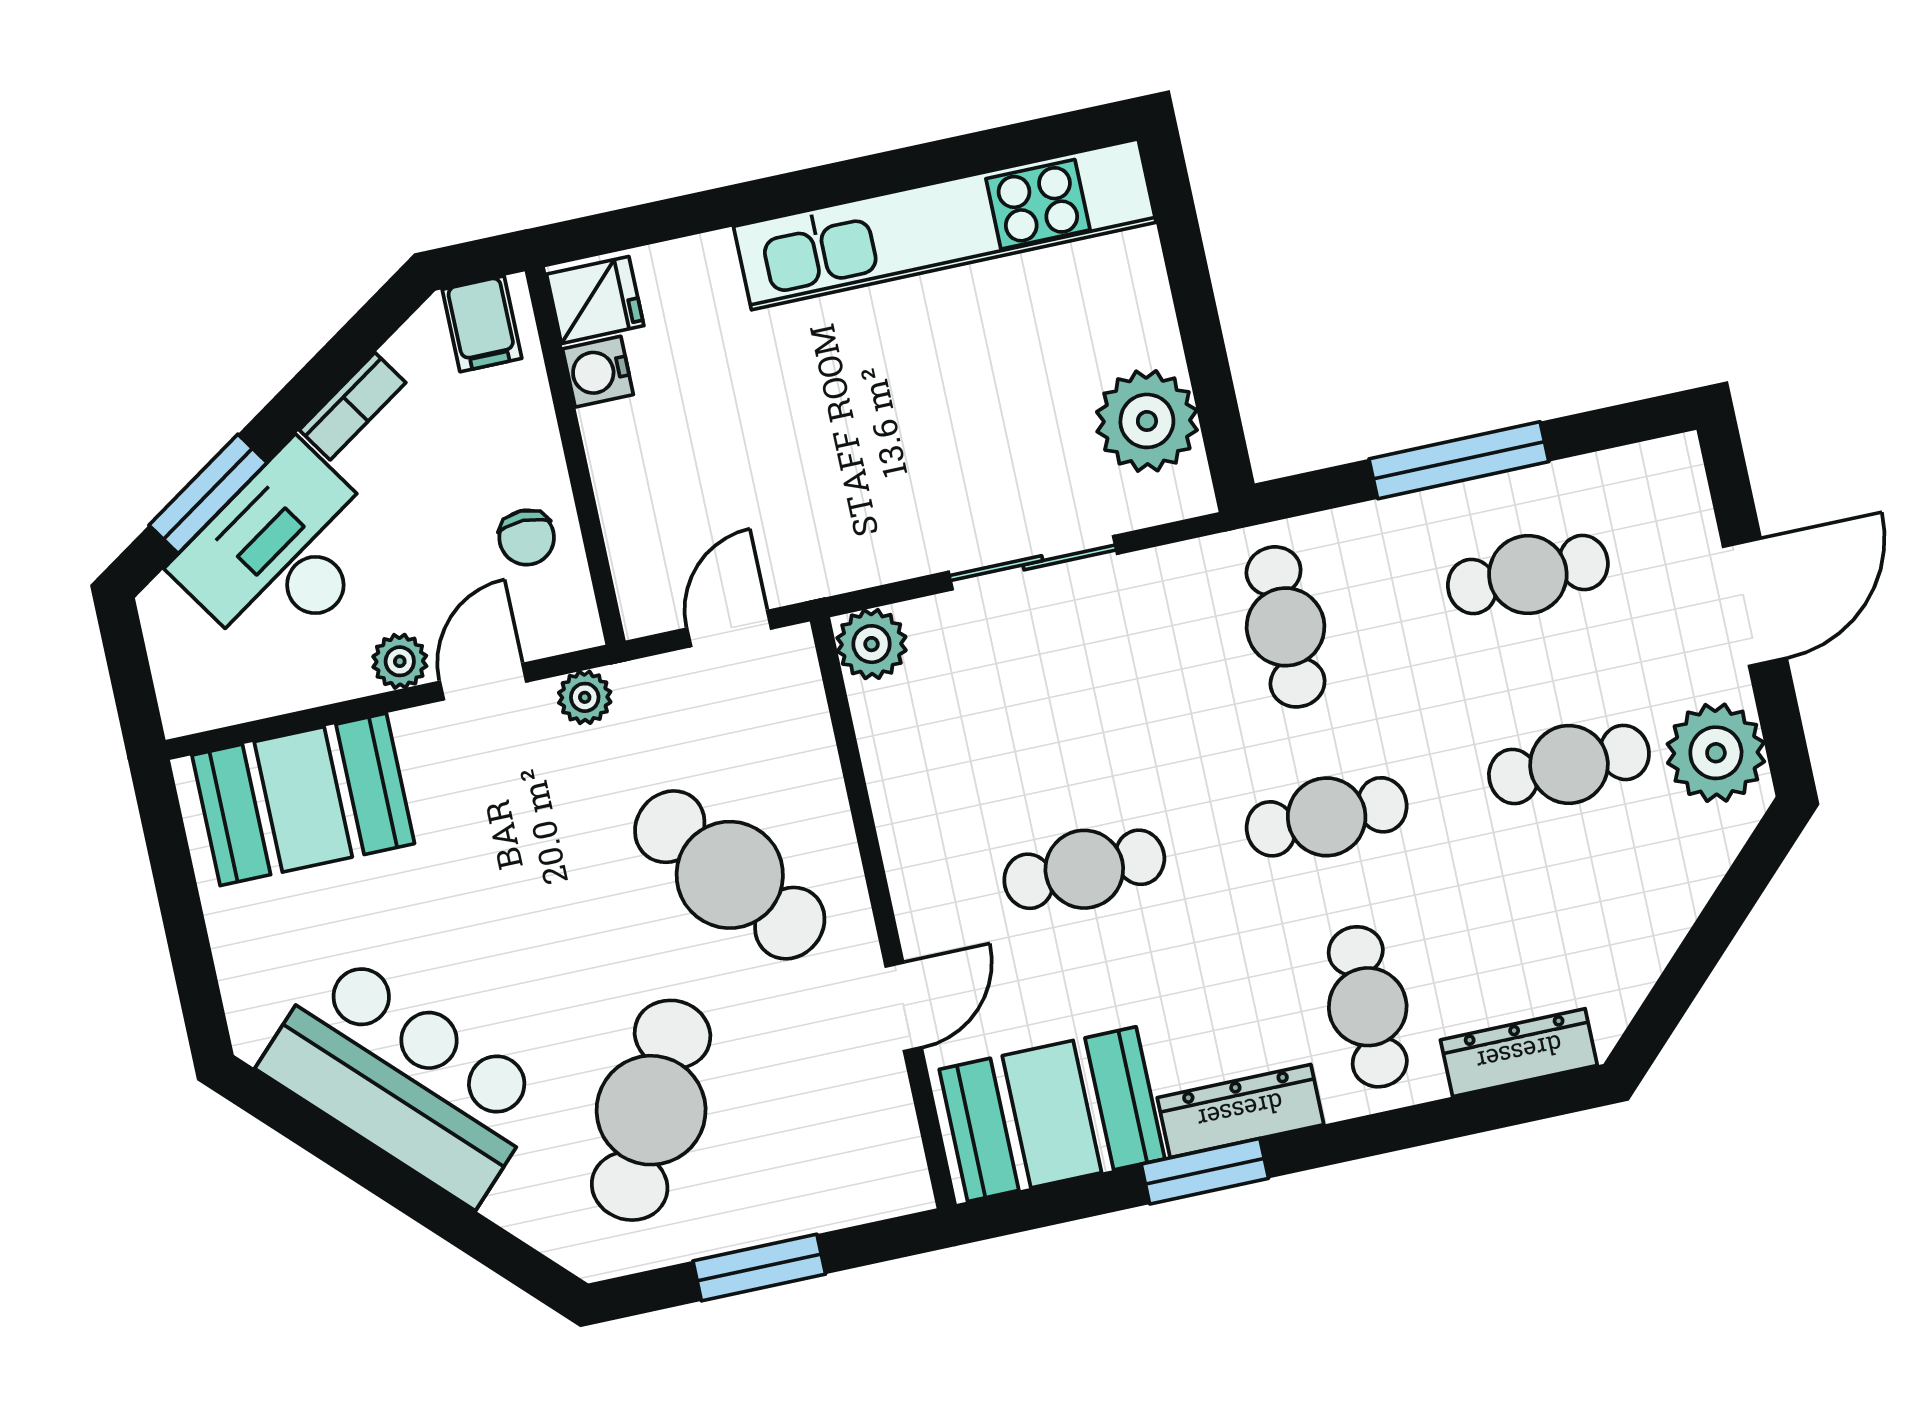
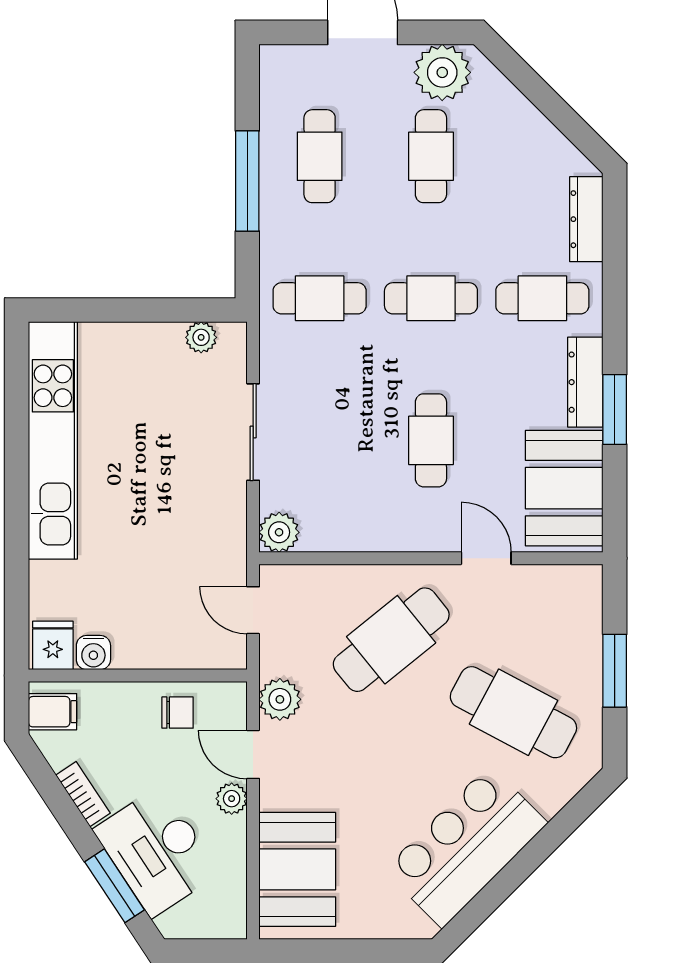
plant: (1147, 421) -> (201, 337), width x0.53, depth x0.53
plant: (585, 697) -> (280, 699), width x1.38, depth x1.38
cafe table: (1327, 817) -> (431, 298), turned 90

